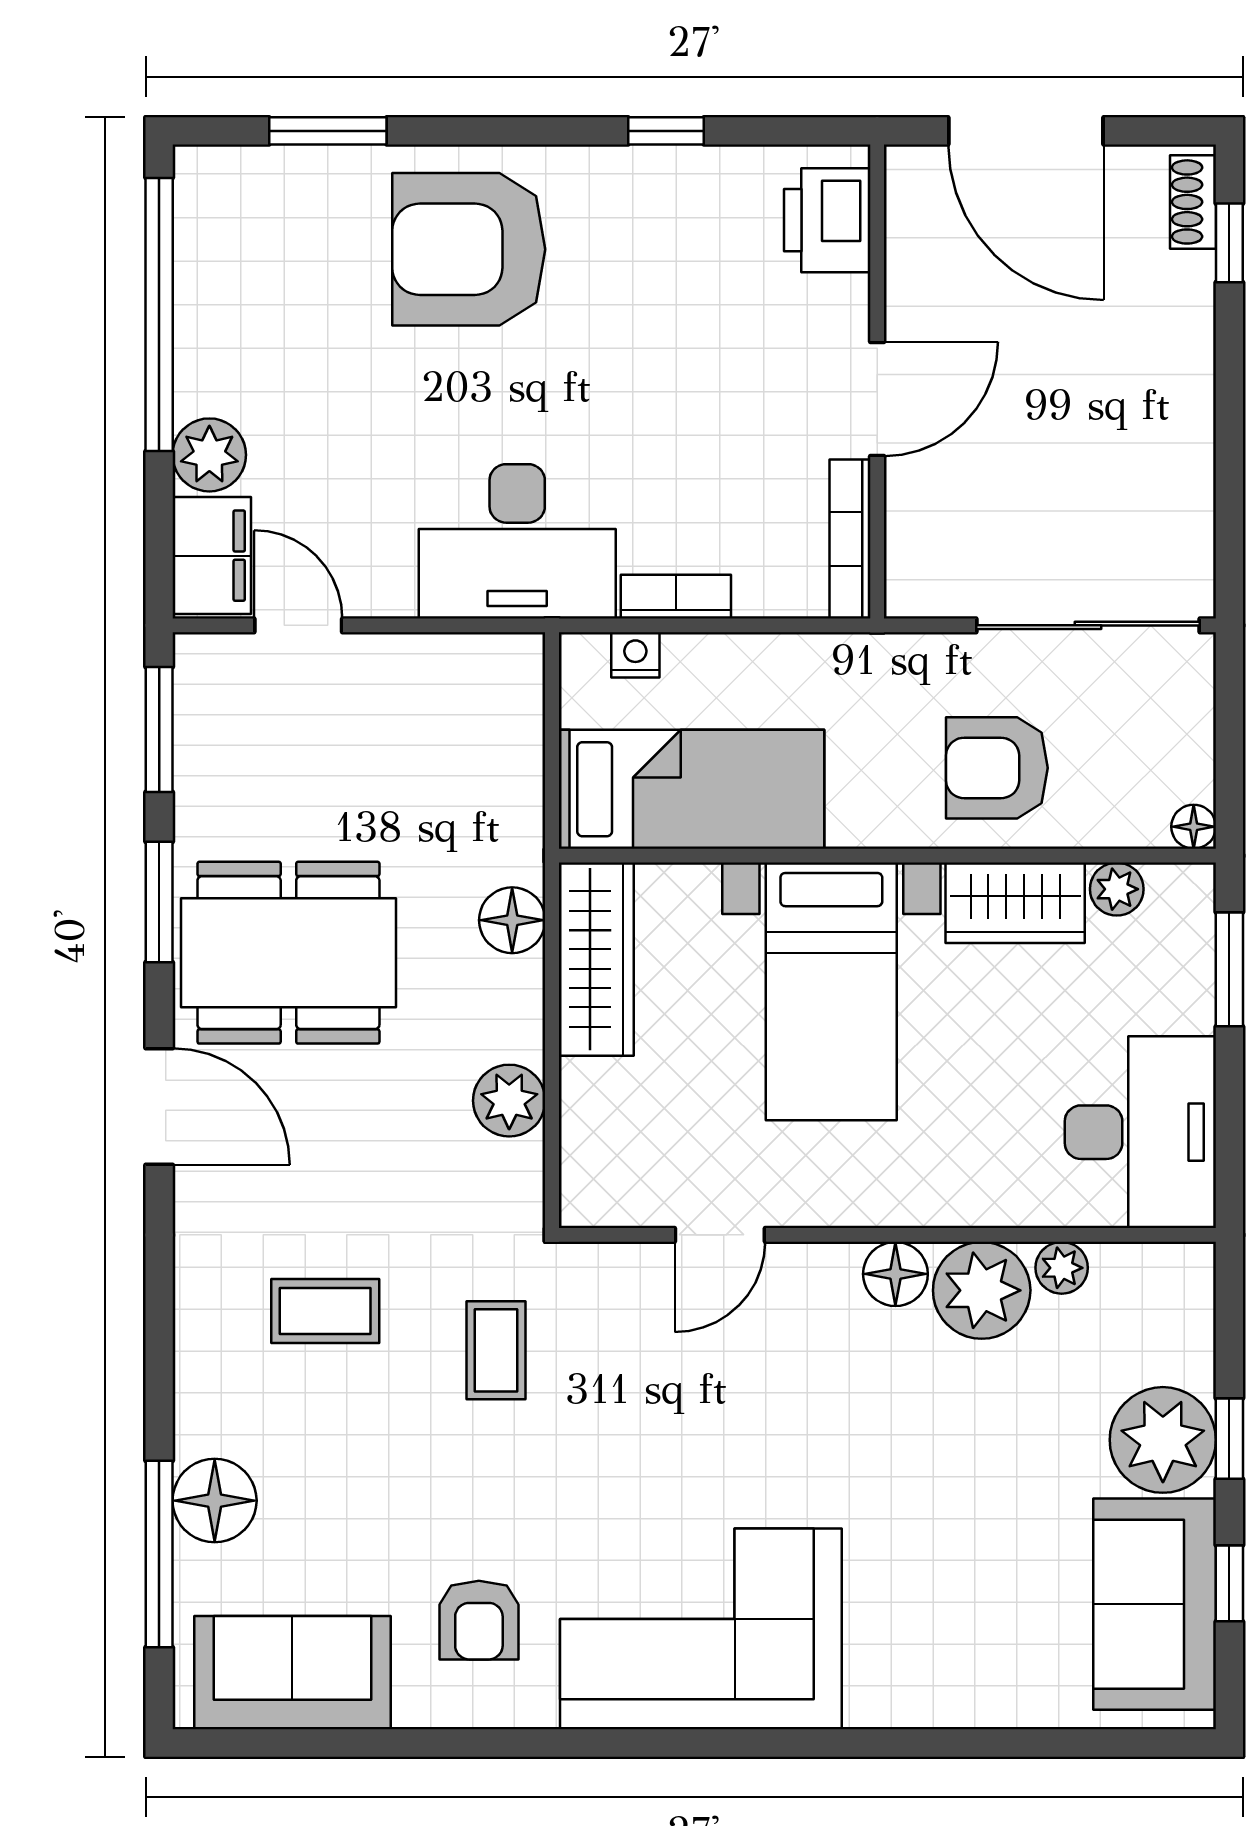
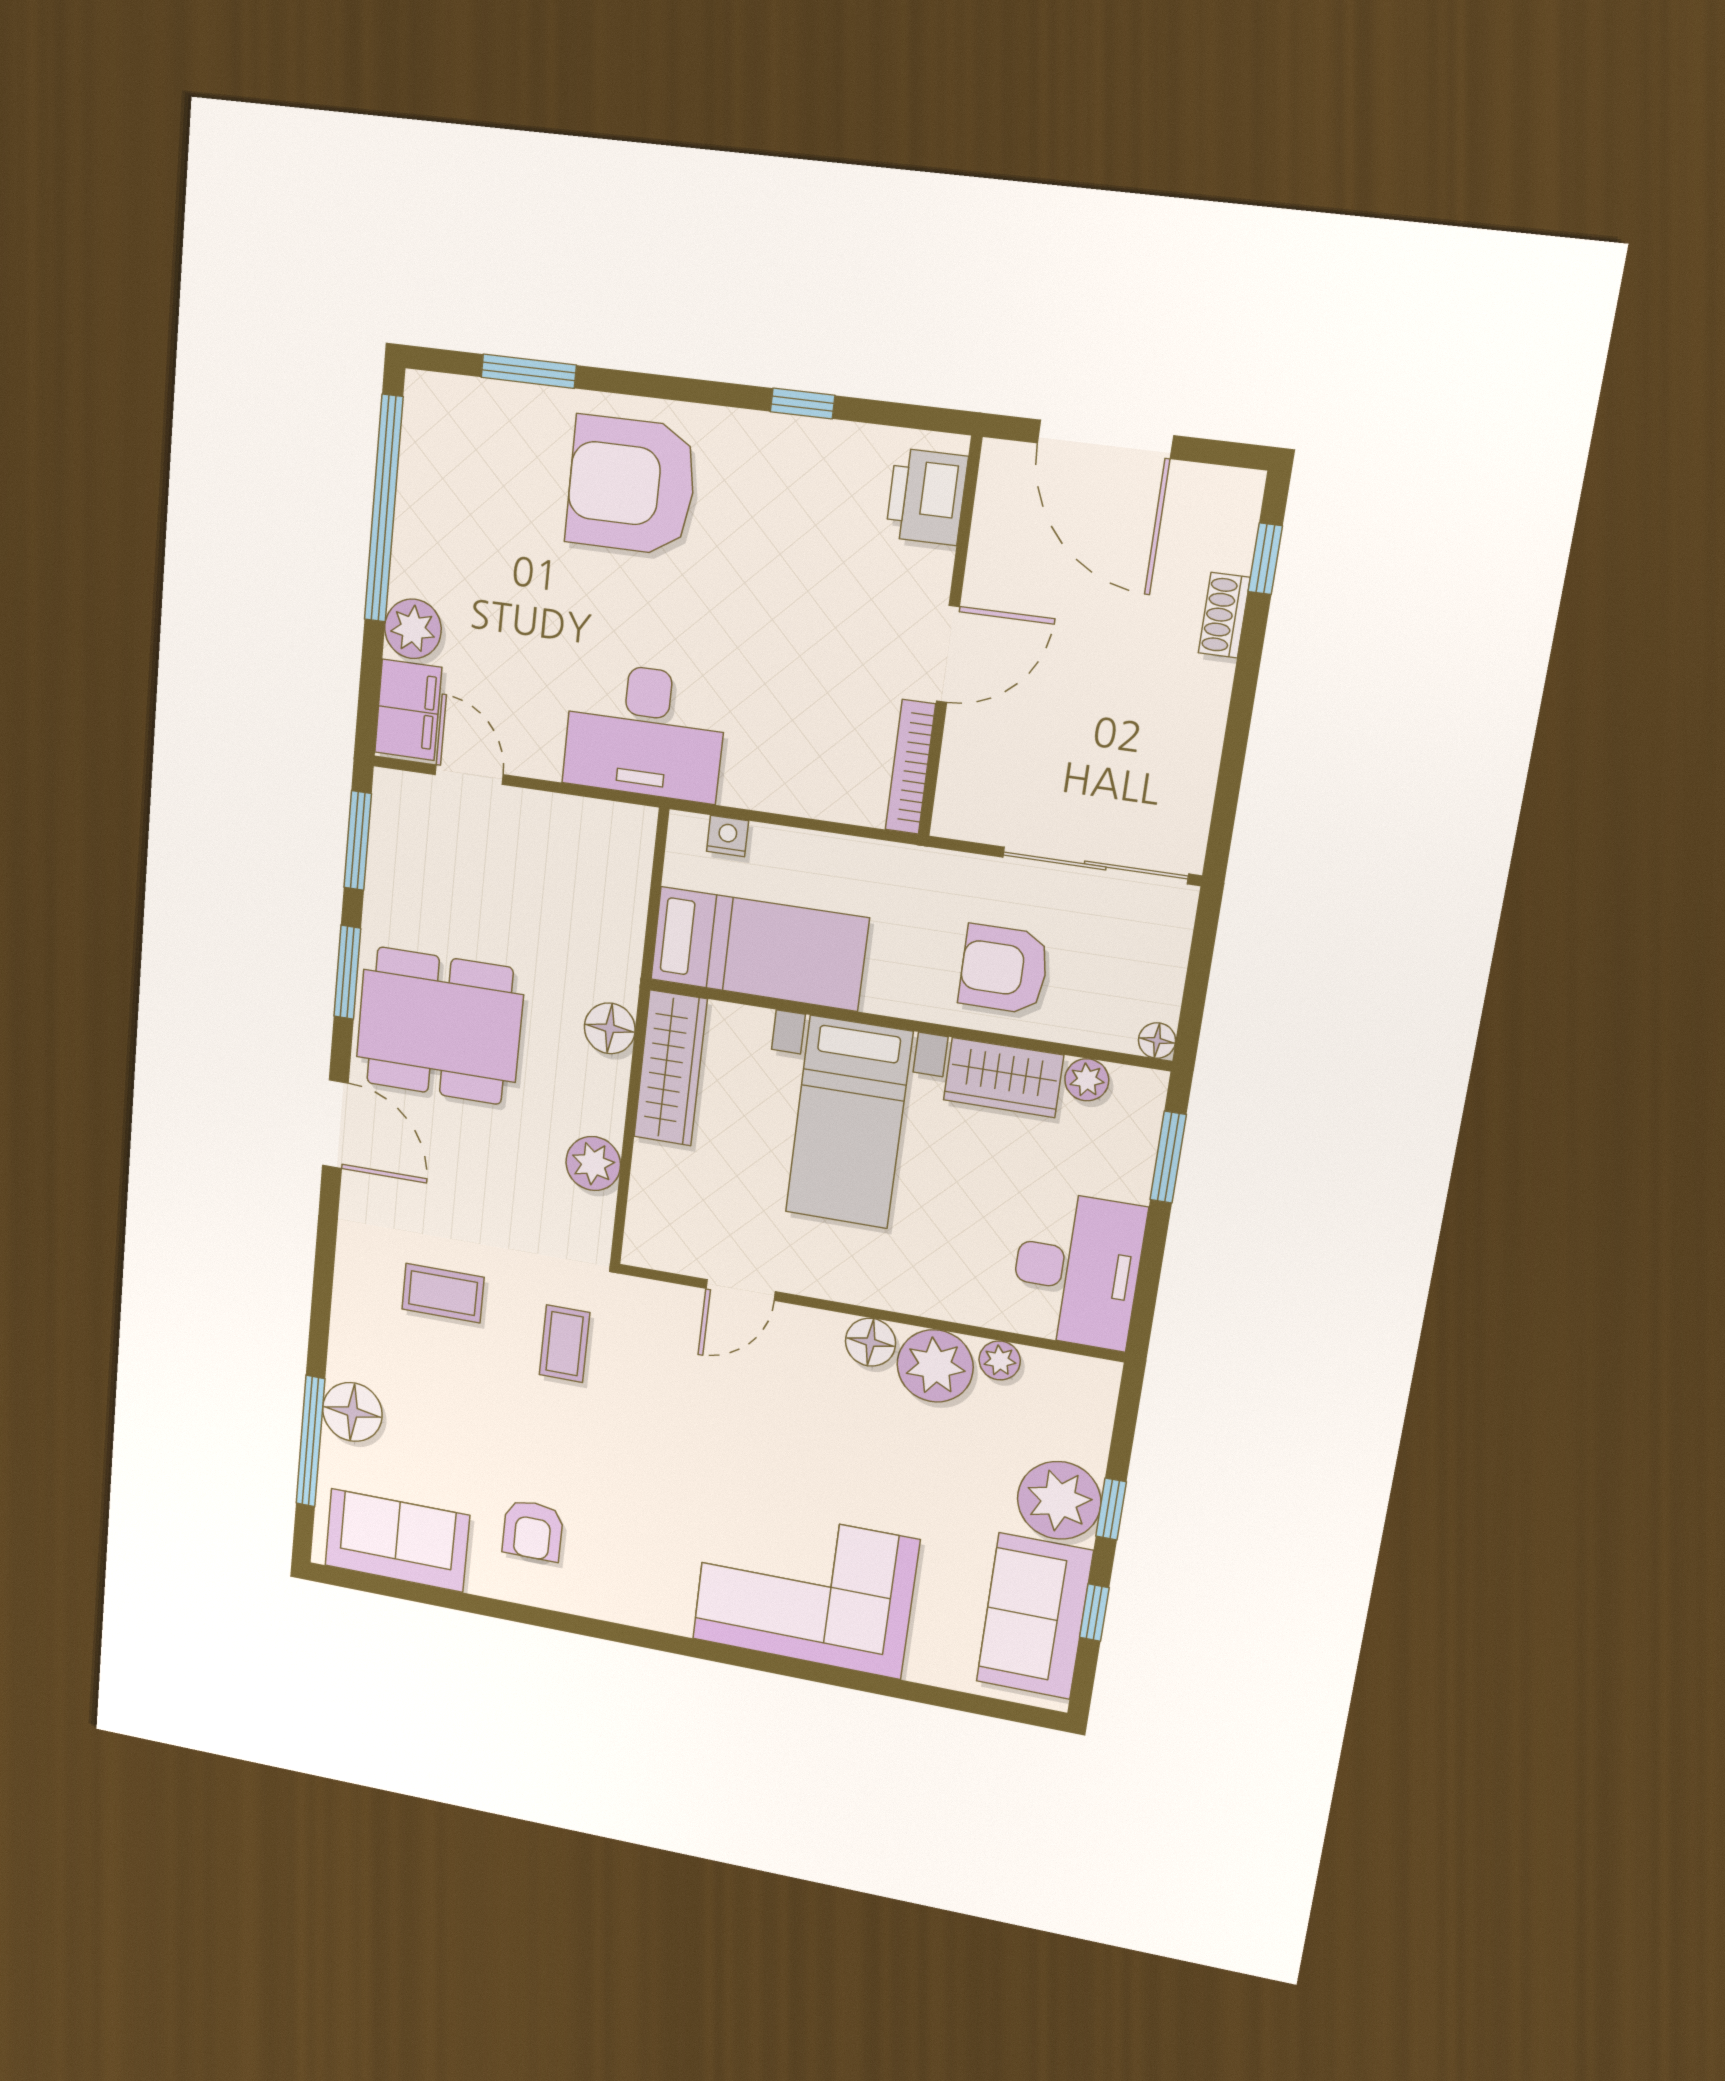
shoe rack: (1193, 202) -> (1224, 615), moved
bookcase: (676, 597) -> (765, 794), removed
corner sofa: (701, 1629) -> (805, 1590), moved

